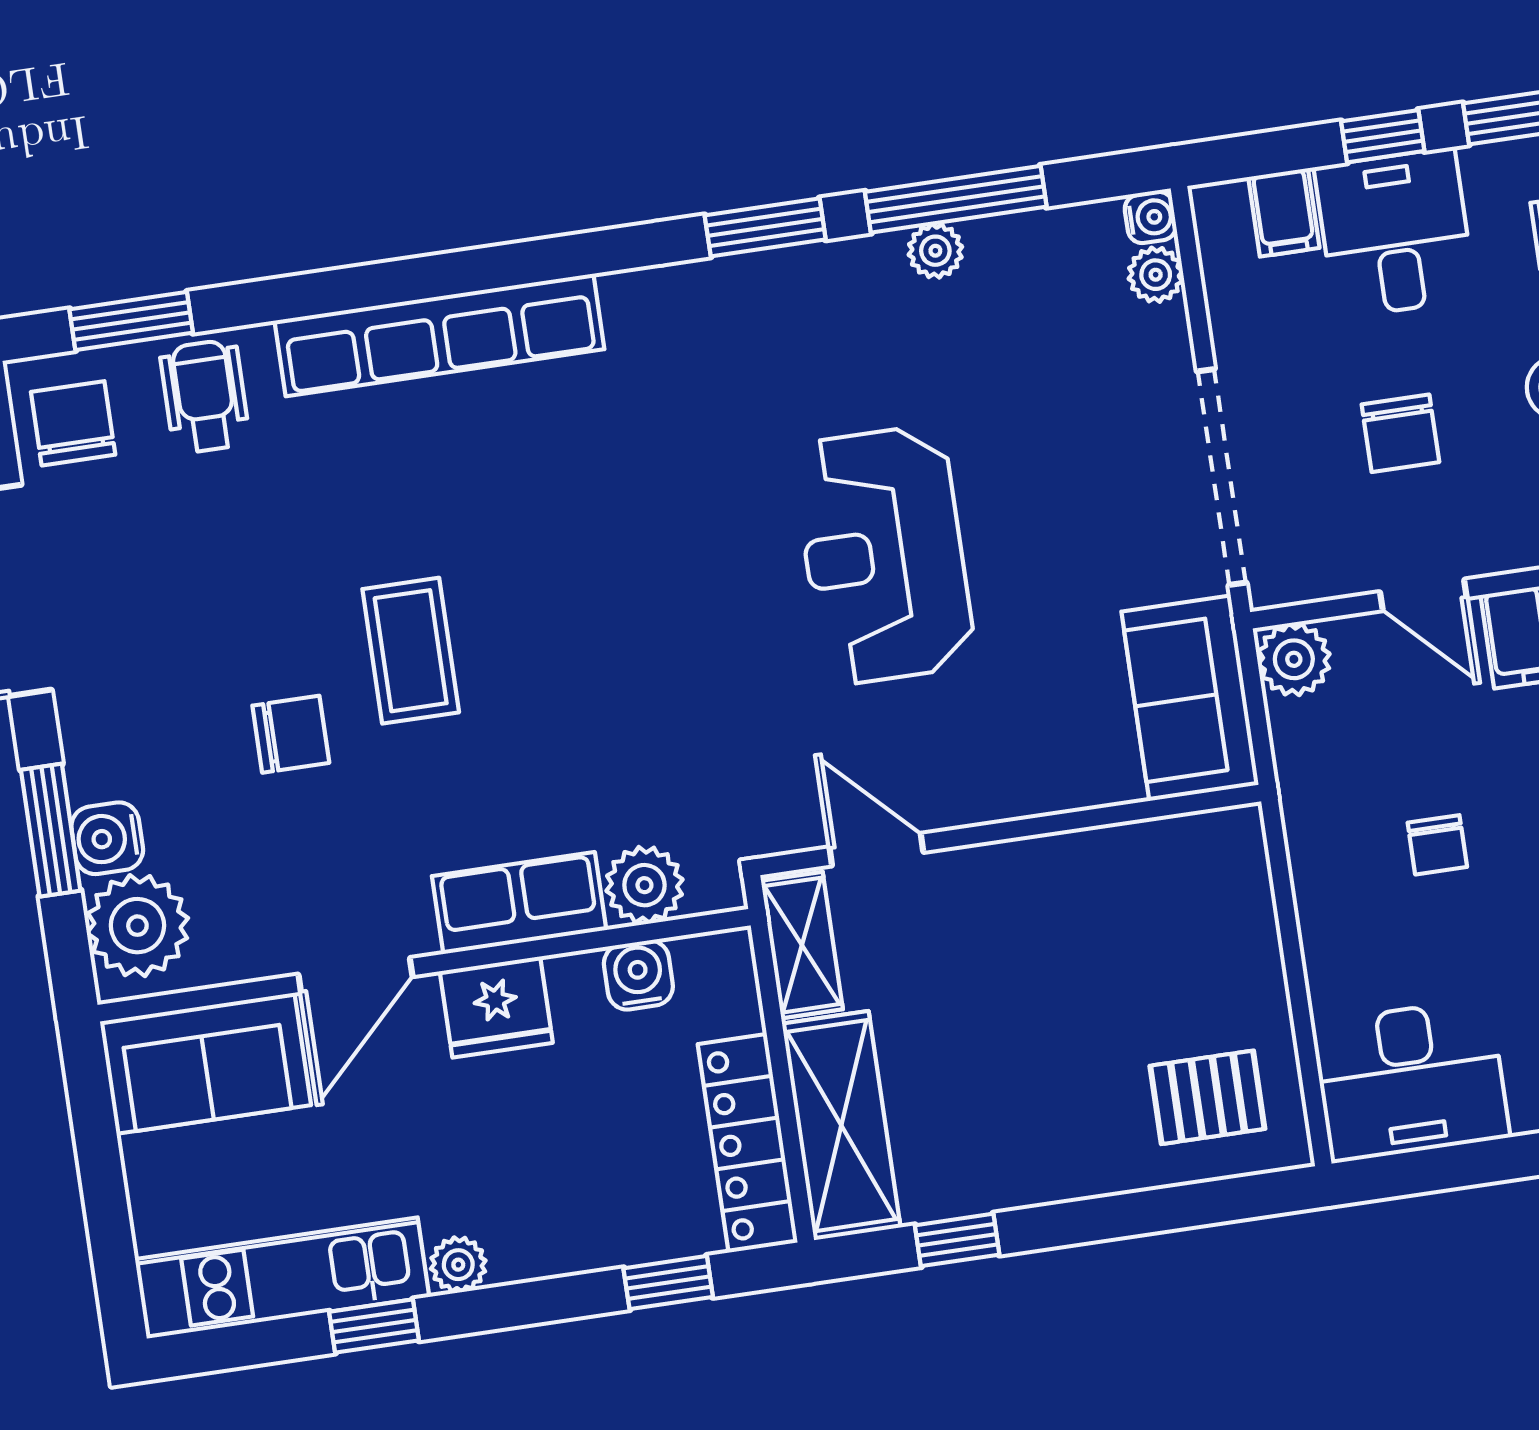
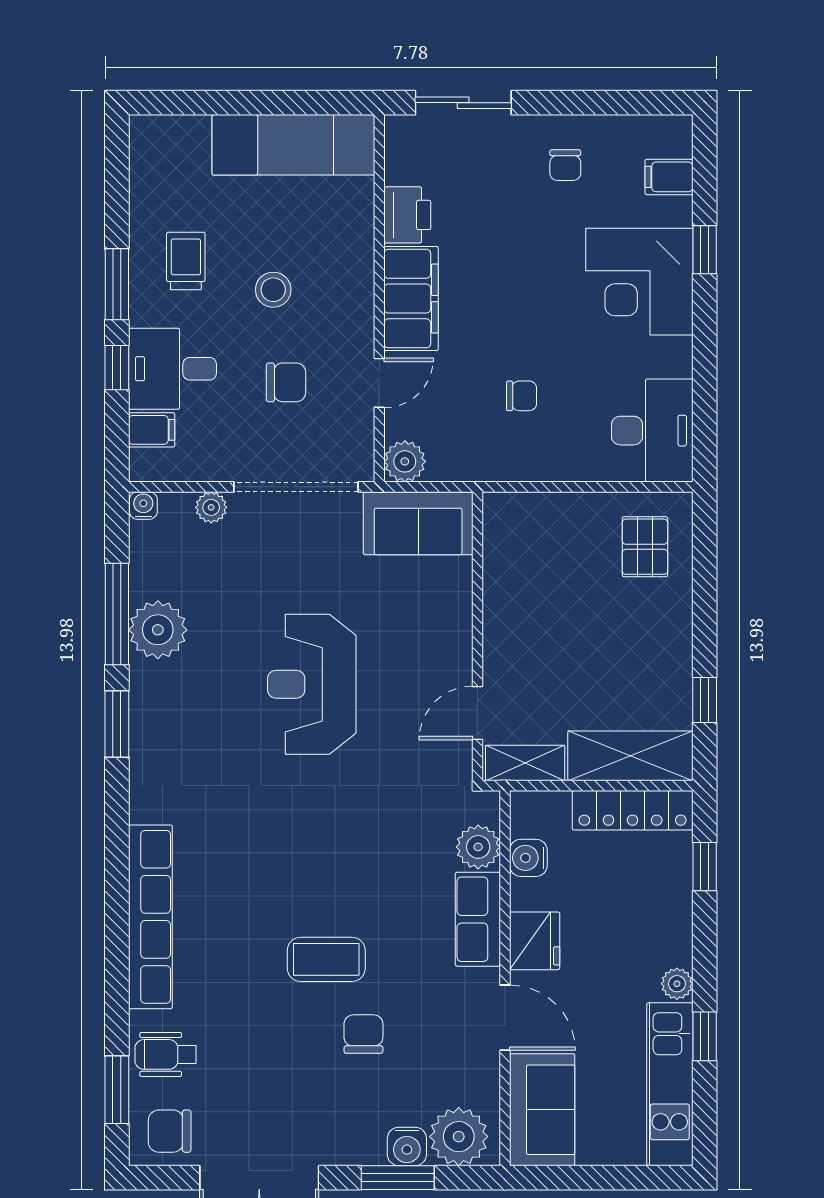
plant: (935, 251) -> (158, 630), width x1.88, depth x1.88
plant: (1156, 275) -> (211, 507), moved
reception desk: (884, 555) -> (312, 684), turned 90

